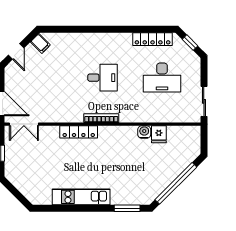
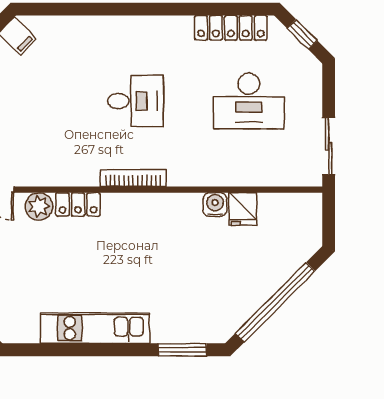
locker: (79, 132) -> (78, 204), width x0.66
plant: (52, 133) -> (39, 206), added

